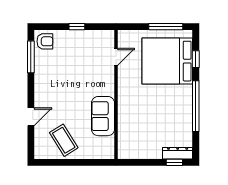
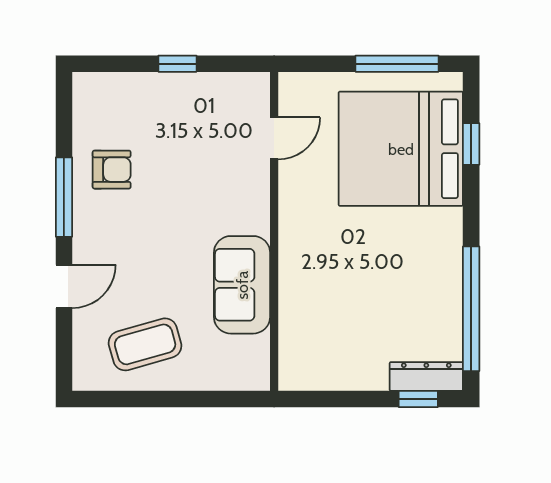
armchair: (45, 41) -> (112, 170), moved
window: (31, 57) -> (64, 197), moved
window: (196, 106) -> (471, 309), moved
coffee table: (64, 140) -> (145, 344), turned -74

